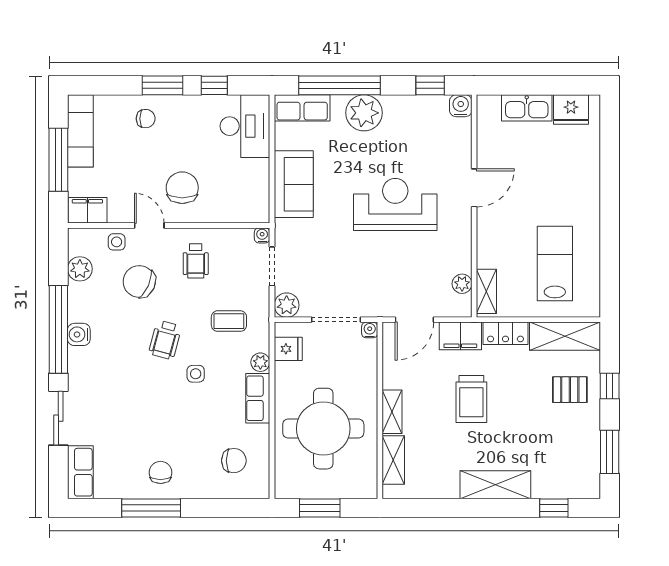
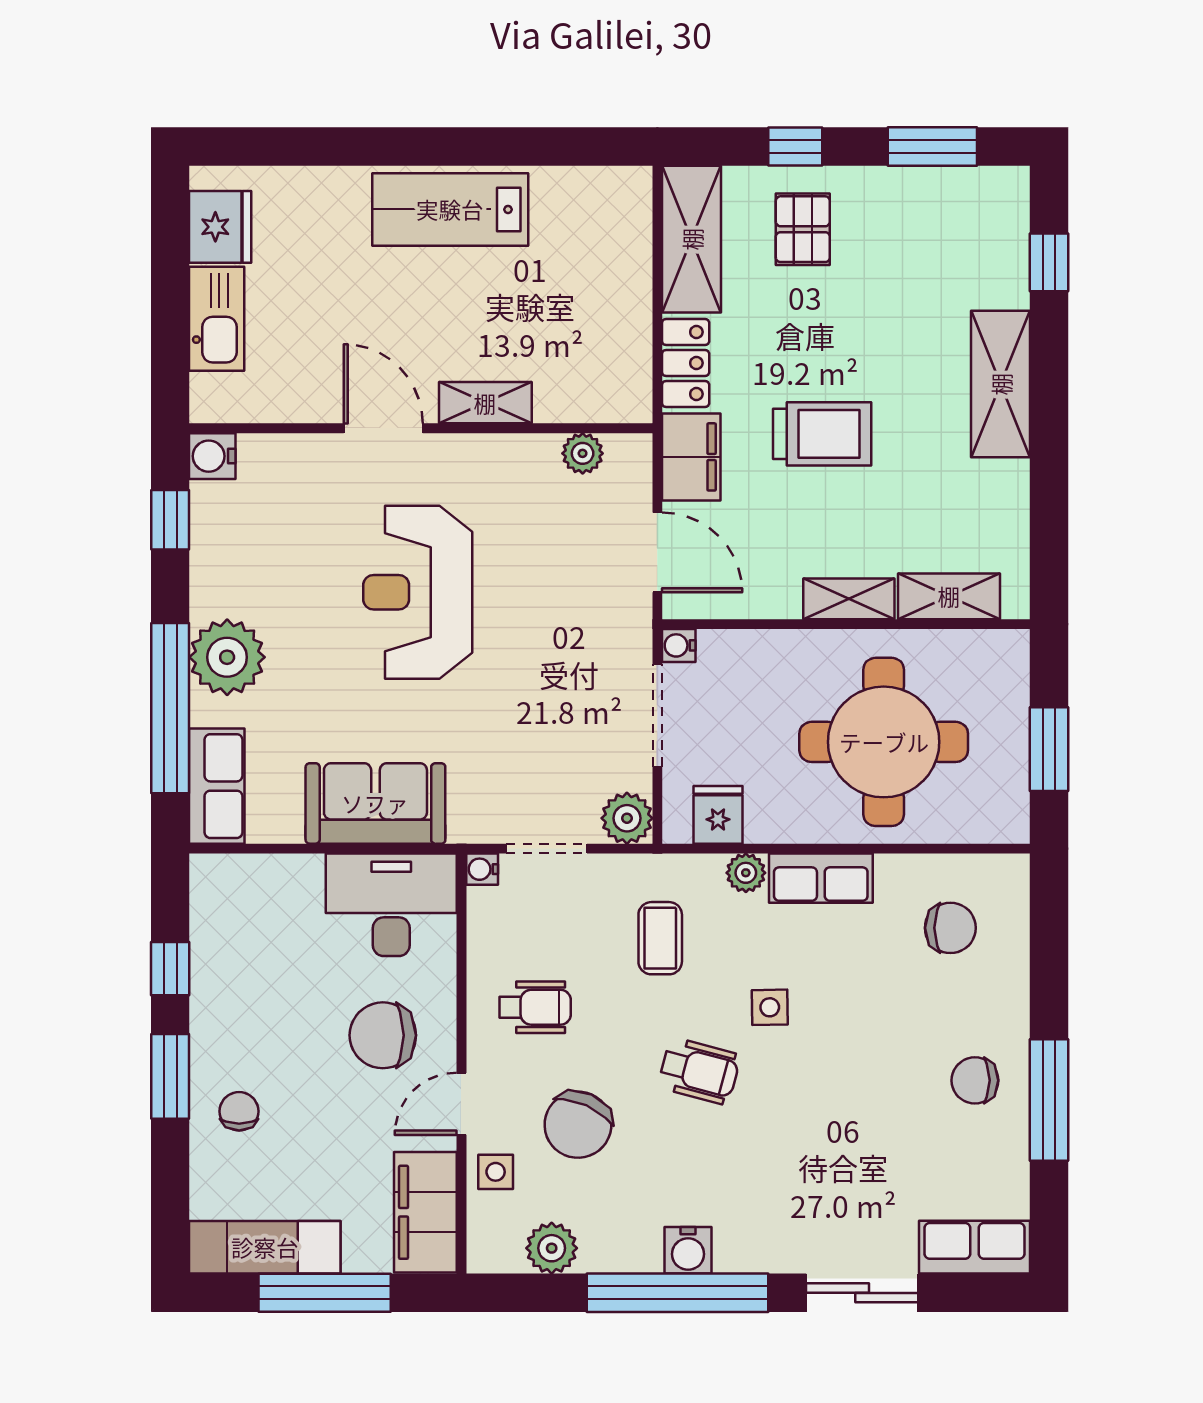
desk: (245, 126) -> (391, 905), moved
filing cabinet: (87, 210) -> (425, 1212), width x1.50, depth x1.17
lab bench: (555, 263) -> (450, 209), moved
shelving: (486, 291) -> (485, 403), moved
chair: (234, 461) -> (950, 928), turned 90

